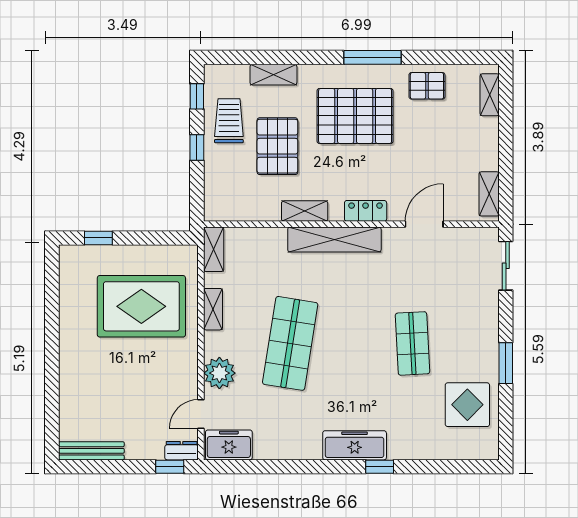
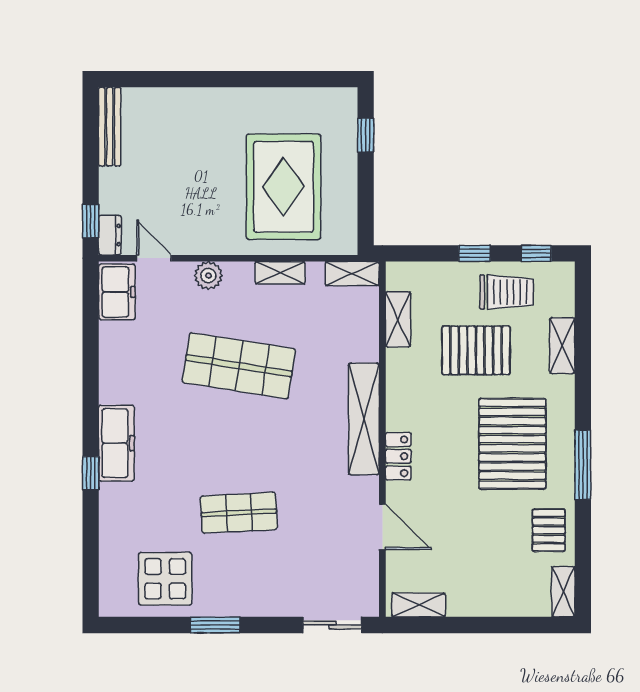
shelving: (490, 95) -> (563, 592), moved, turned 90
shelving: (305, 211) -> (398, 319), moved
plant: (219, 373) -> (208, 276), width x0.73, depth x0.73

